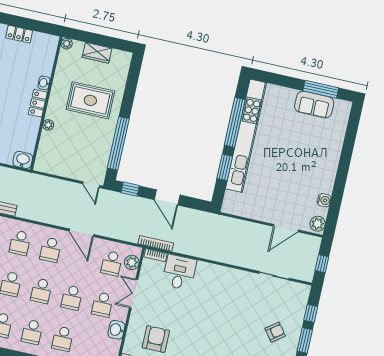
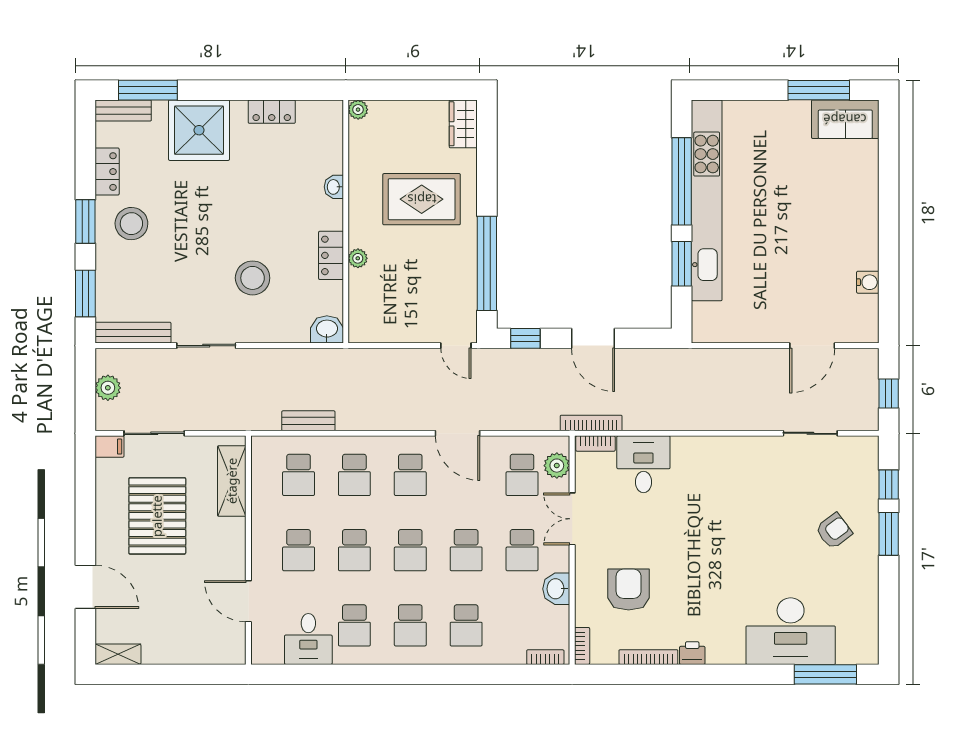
wardrobe: (97, 53) -> (463, 124), moved, turned 90
locker: (38, 103) -> (331, 255), moved
sofa: (314, 104) -> (845, 119), moved
plant: (318, 224) -> (865, 326), removed

